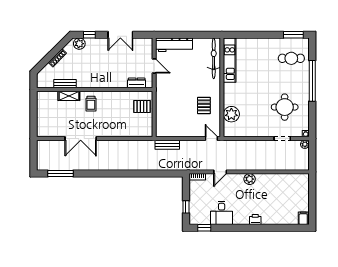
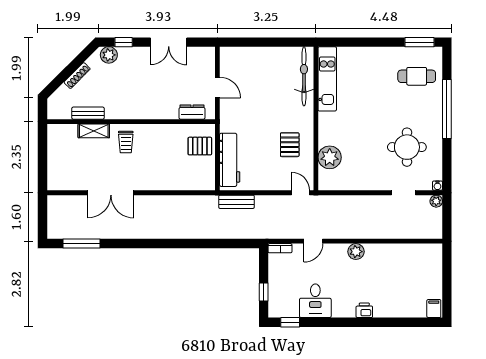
workbench: (174, 45) -> (230, 160), moved, turned -90

